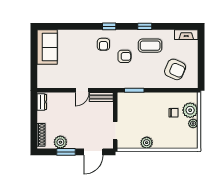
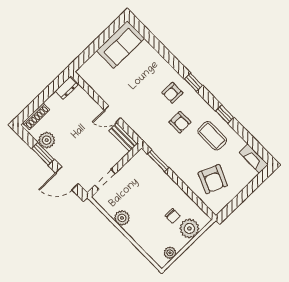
plant: (193, 123) -> (170, 253), moved

